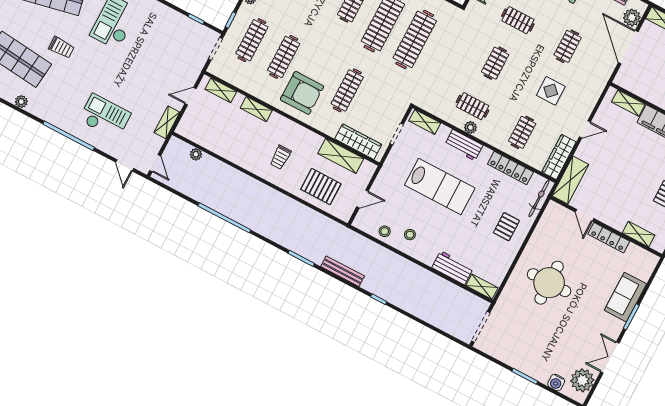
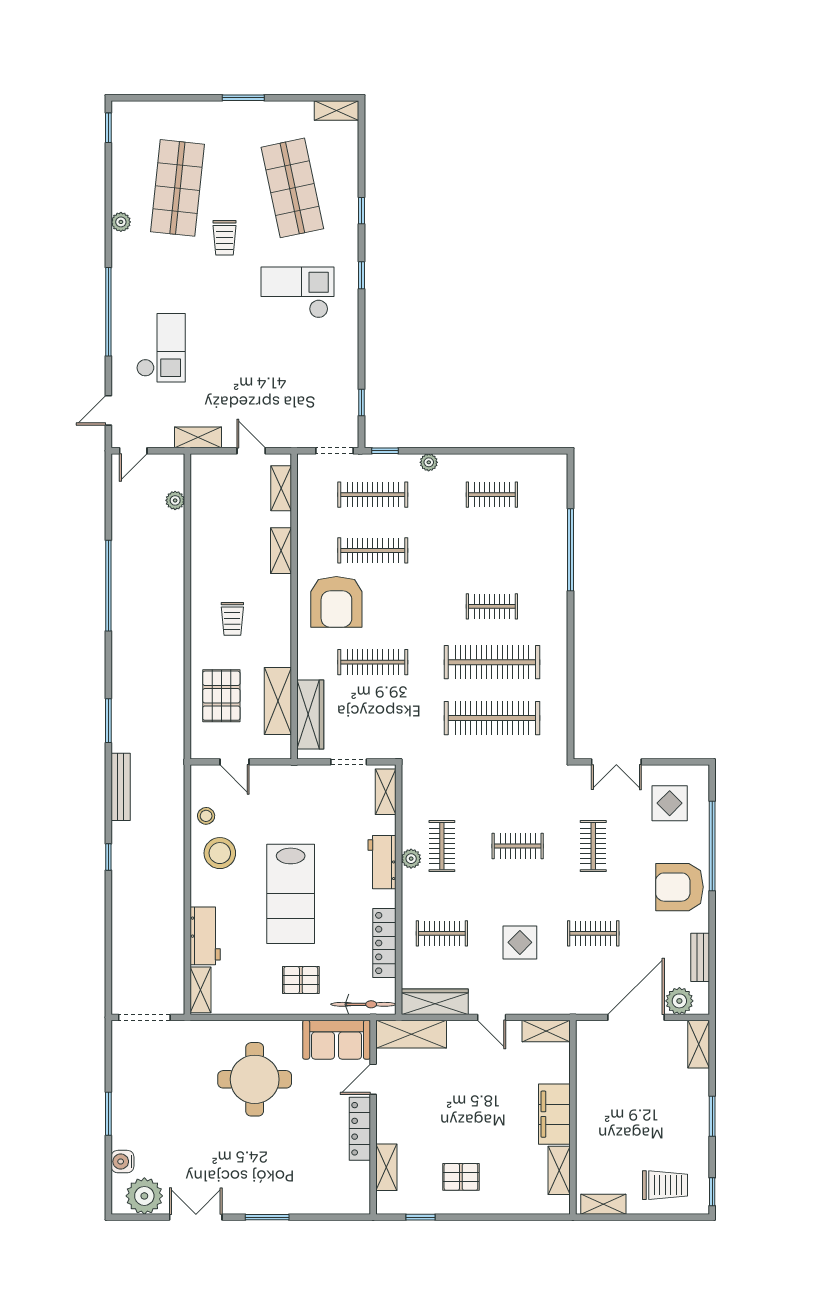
shelving: (628, 103) -> (546, 1031), moved, turned 90
trolley: (280, 157) -> (232, 619), turned -90
lab bench: (440, 187) -> (291, 894), moved
stool: (410, 235) -> (220, 853), width x1.89, depth x1.89
sofa: (625, 297) -> (337, 1040), moved, turned 180

